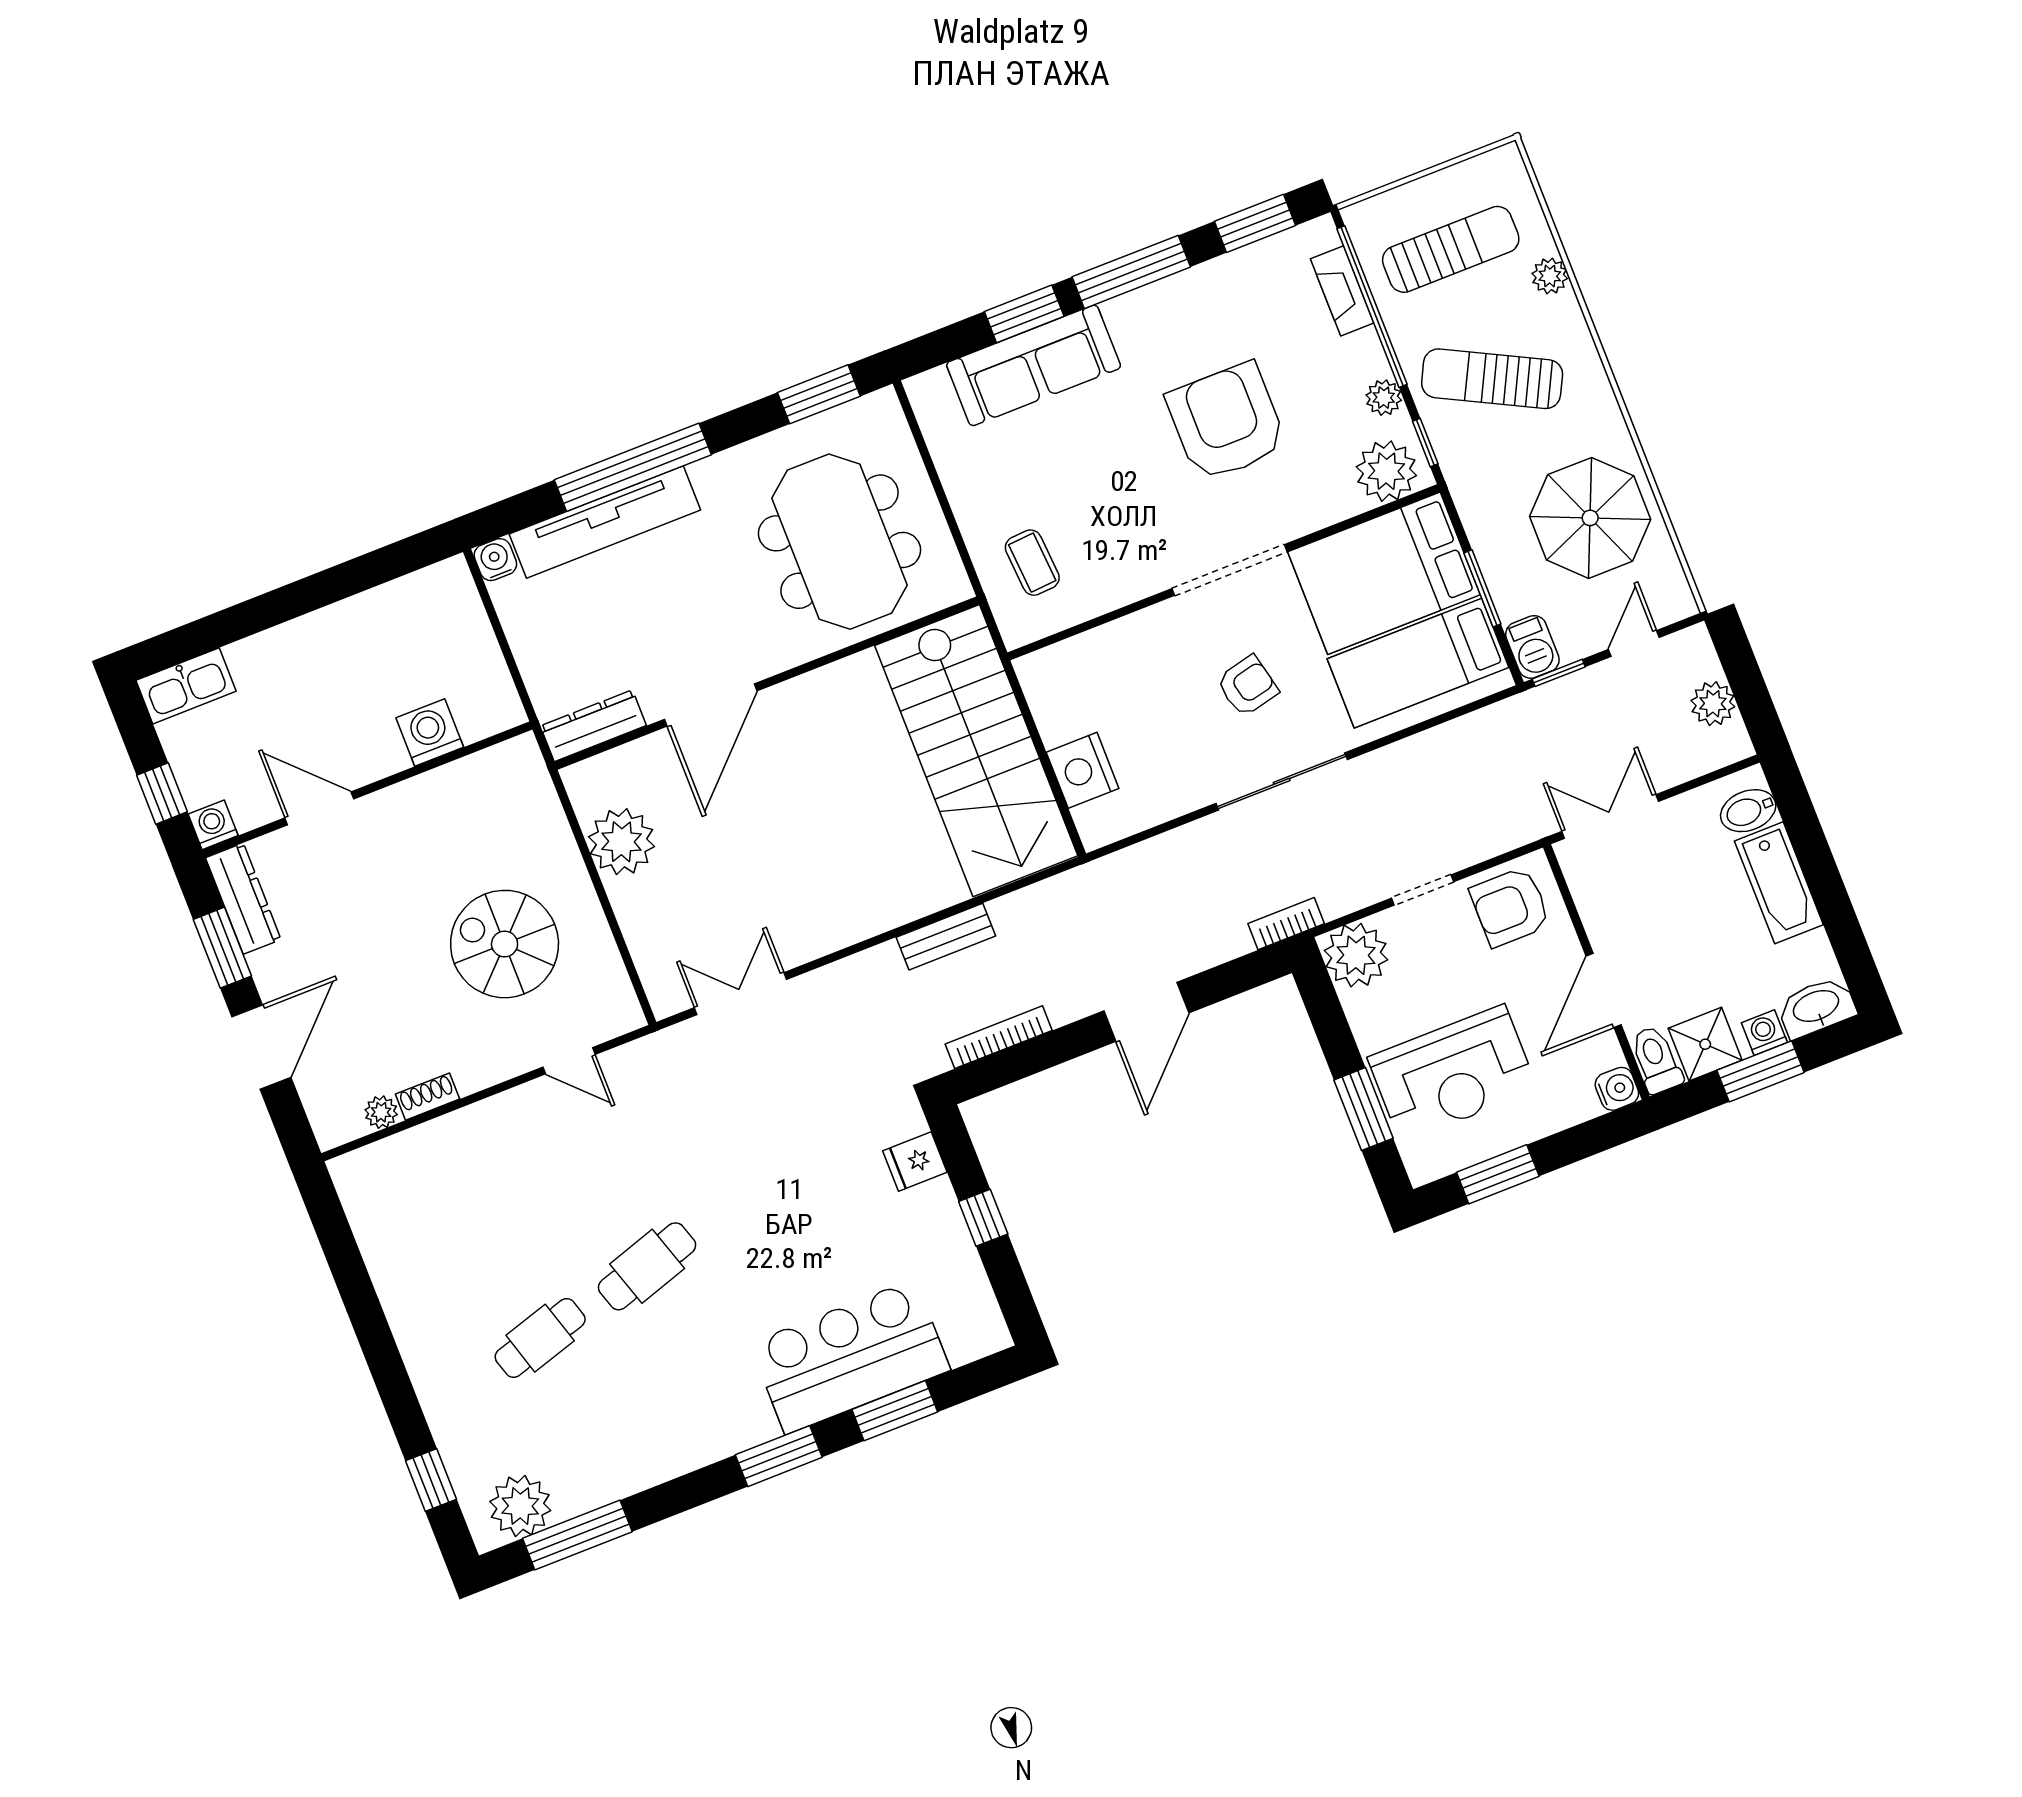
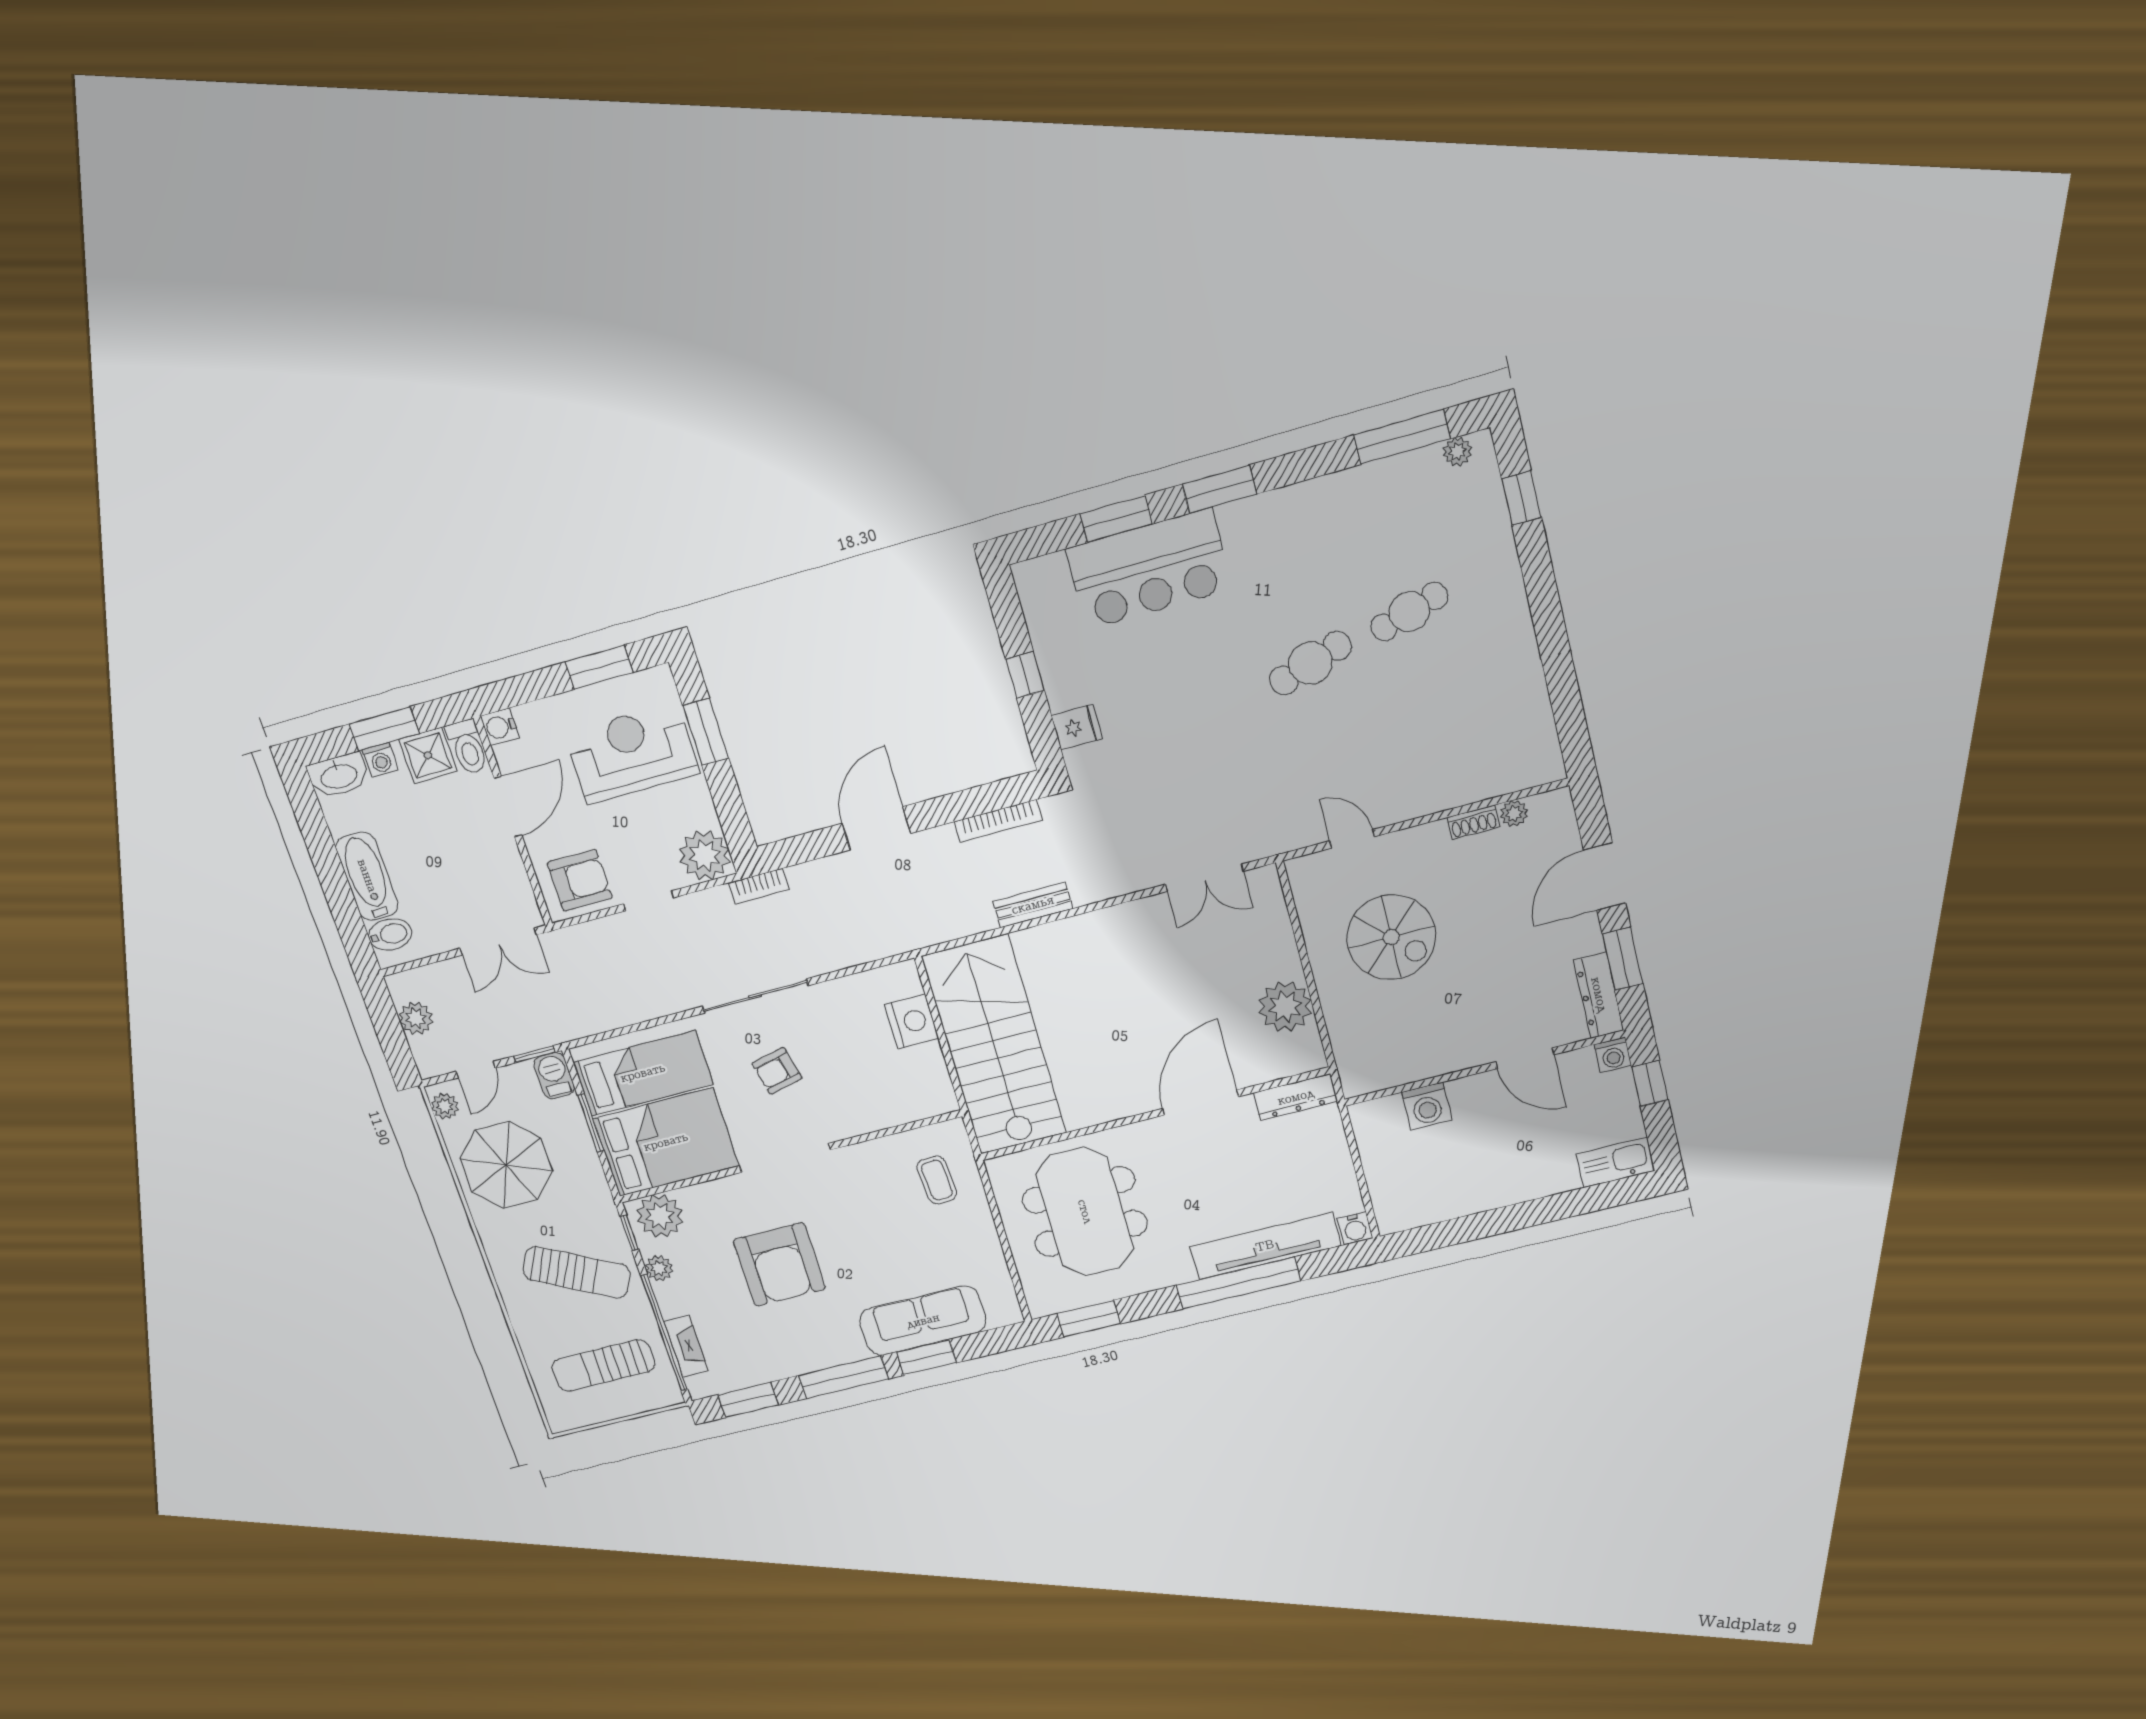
plant: (1550, 276) -> (445, 1106), moved
plant: (520, 1506) -> (1457, 452), width x0.53, depth x0.53

